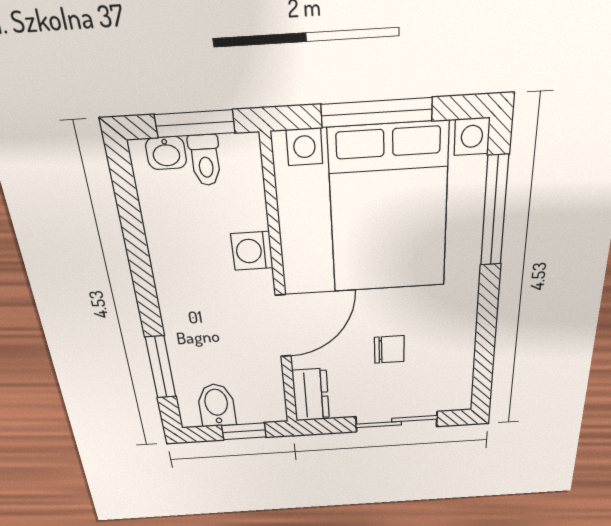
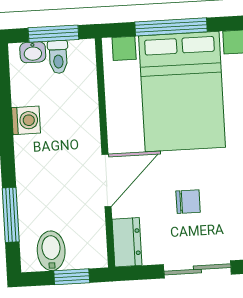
washing machine: (252, 251) -> (26, 120), moved, turned 180

